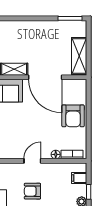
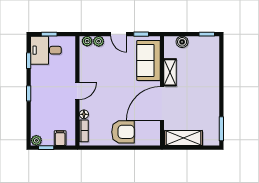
armchair: (73, 116) -> (123, 132), turned 180
door: (32, 161) -> (77, 91), hinge flipped
armchair: (32, 191) -> (47, 91), removed

